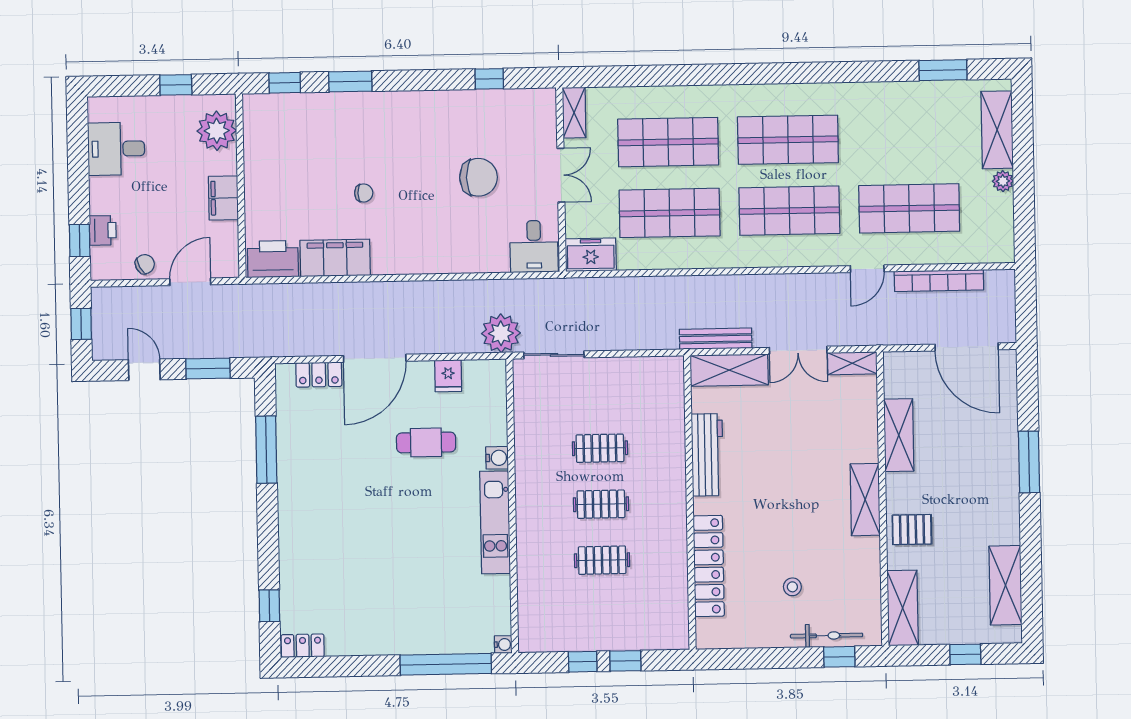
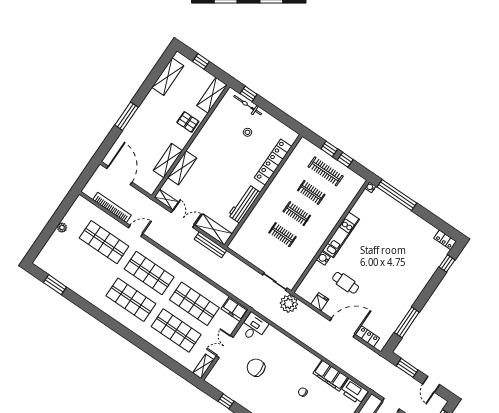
shelving: (997, 130) -> (51, 248), removed
shelving: (865, 500) -> (182, 168), moved
clothes rail: (603, 616) -> (326, 171), added

